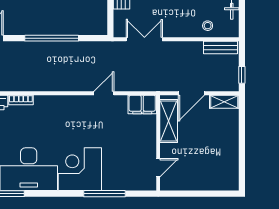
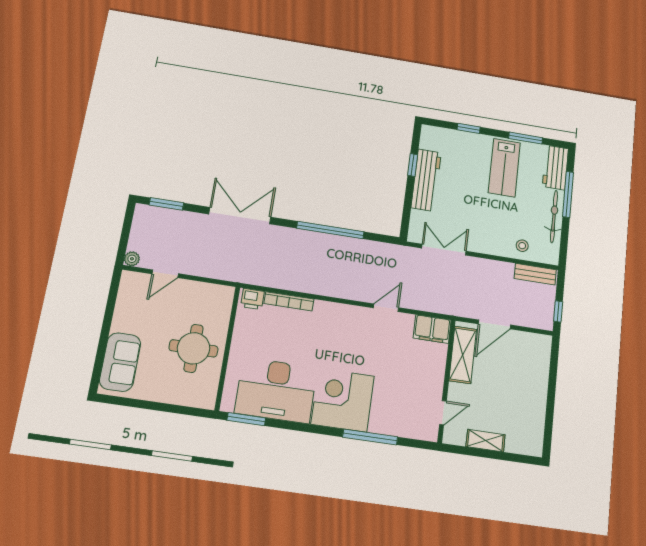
bookcase: (21, 100) -> (289, 301), width x1.56
shelving: (224, 102) -> (485, 441), moved

